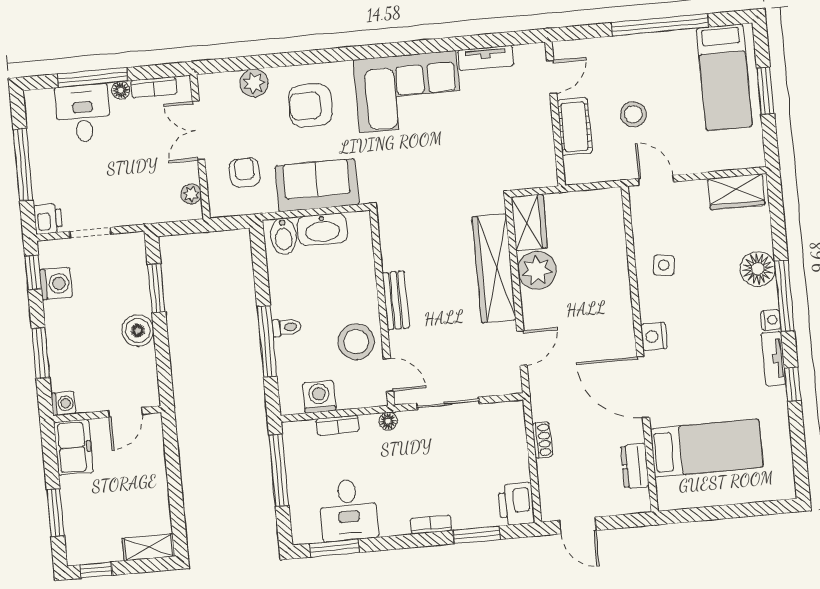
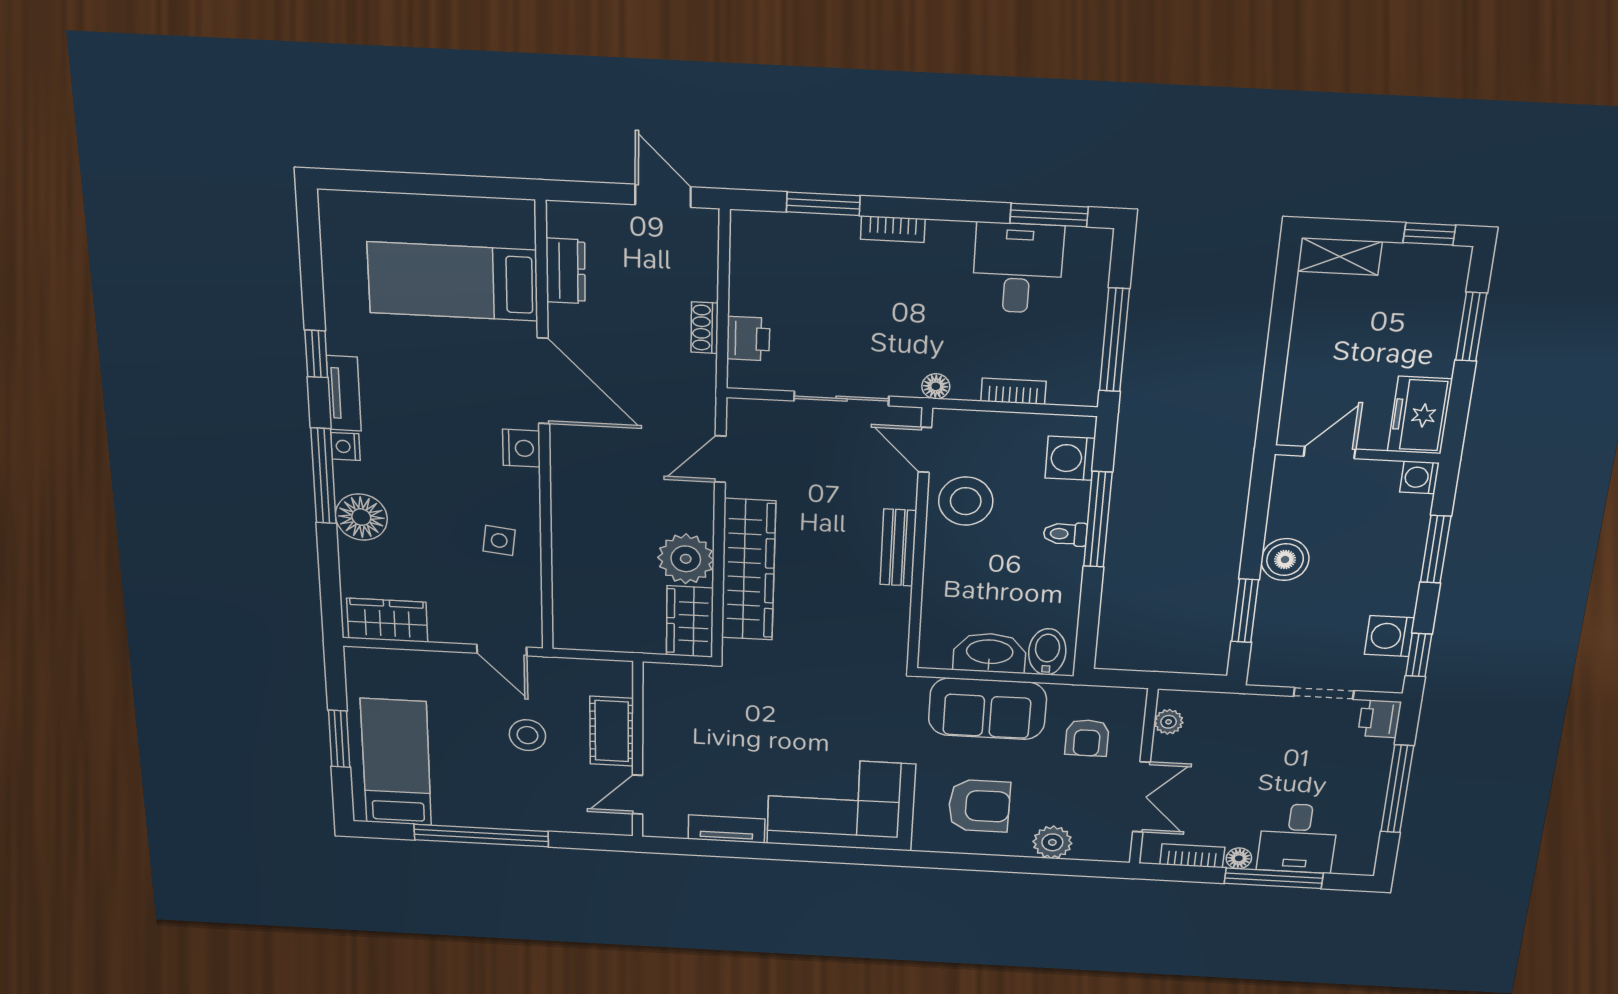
washing machine: (319, 397) -> (1070, 458), moved, turned 90
printer: (516, 504) -> (748, 339), moved, width x0.73, depth x0.81

